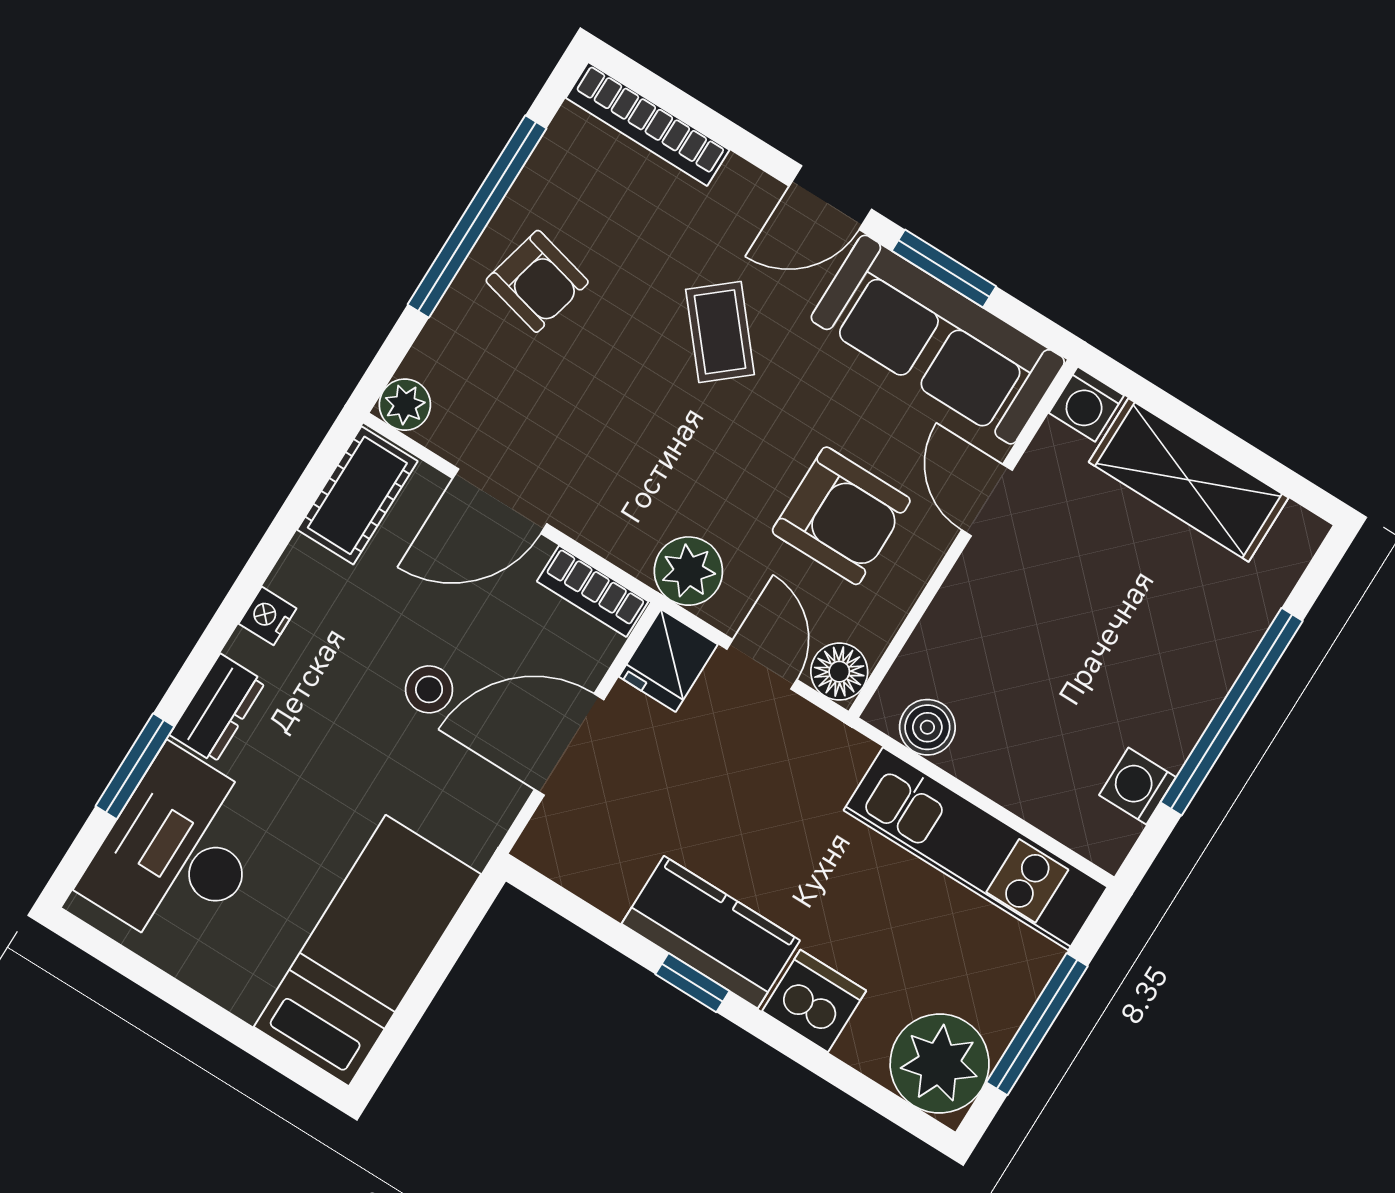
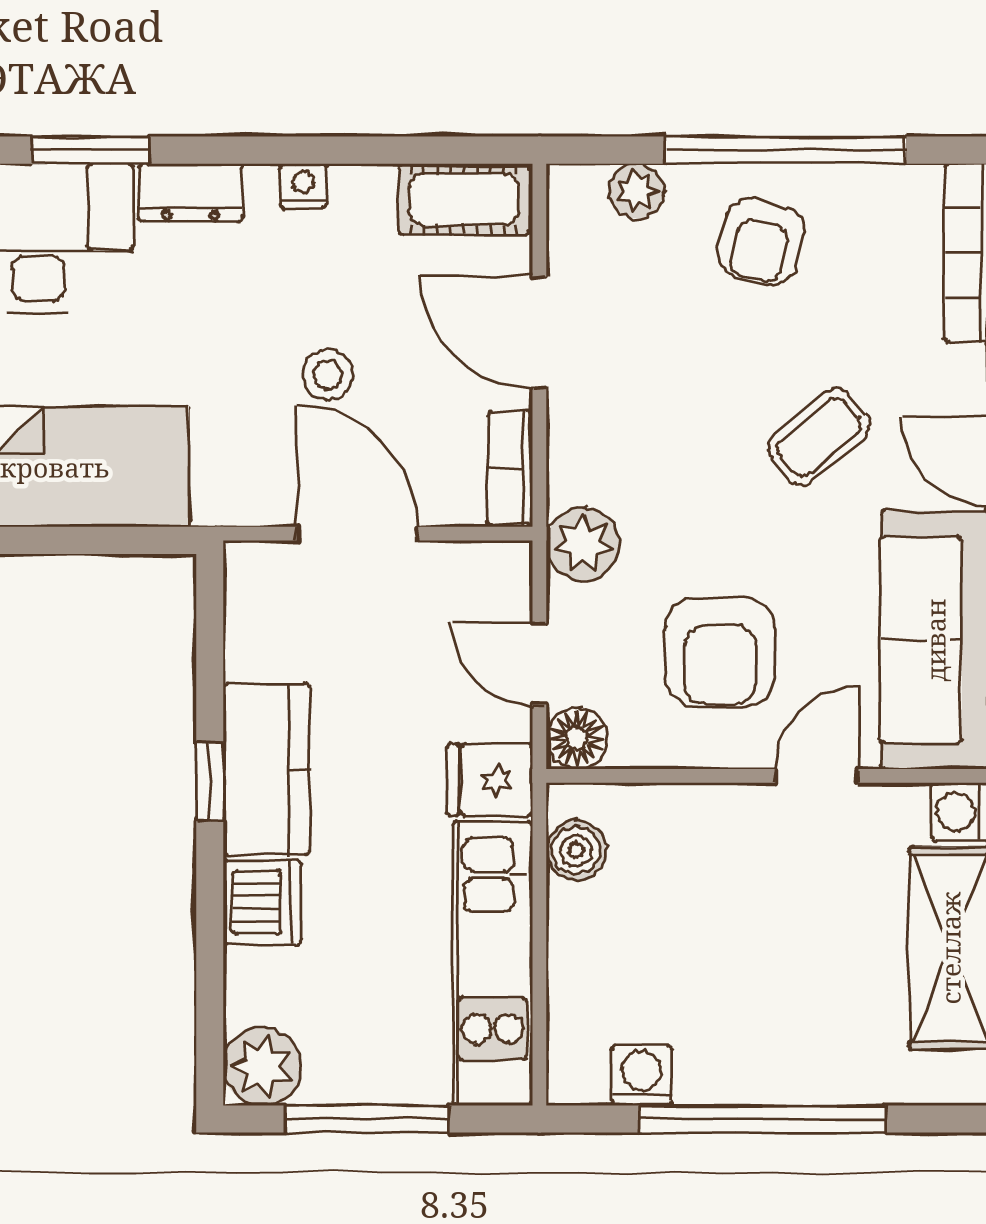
plant: (405, 405) -> (637, 191), moved
fridge: (668, 660) -> (490, 780), moved
door: (762, 664) -> (539, 664), swing flipped
plant: (940, 1064) -> (262, 1067), width x0.73, depth x0.73

